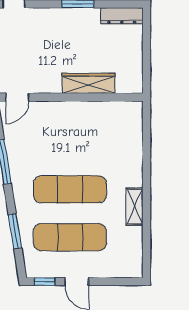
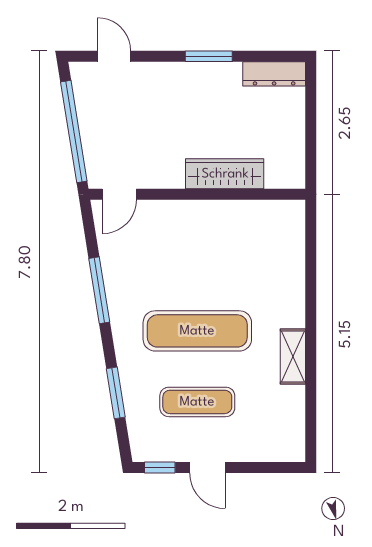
exercise mat: (70, 237) -> (197, 402), width x0.73, depth x0.69

